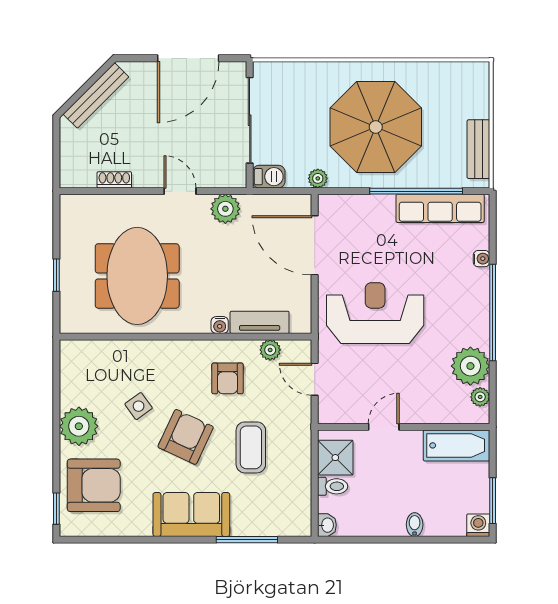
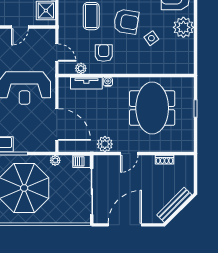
door: (180, 191) -> (129, 154), hinge flipped
armchair: (186, 437) -> (126, 22), turned -106

